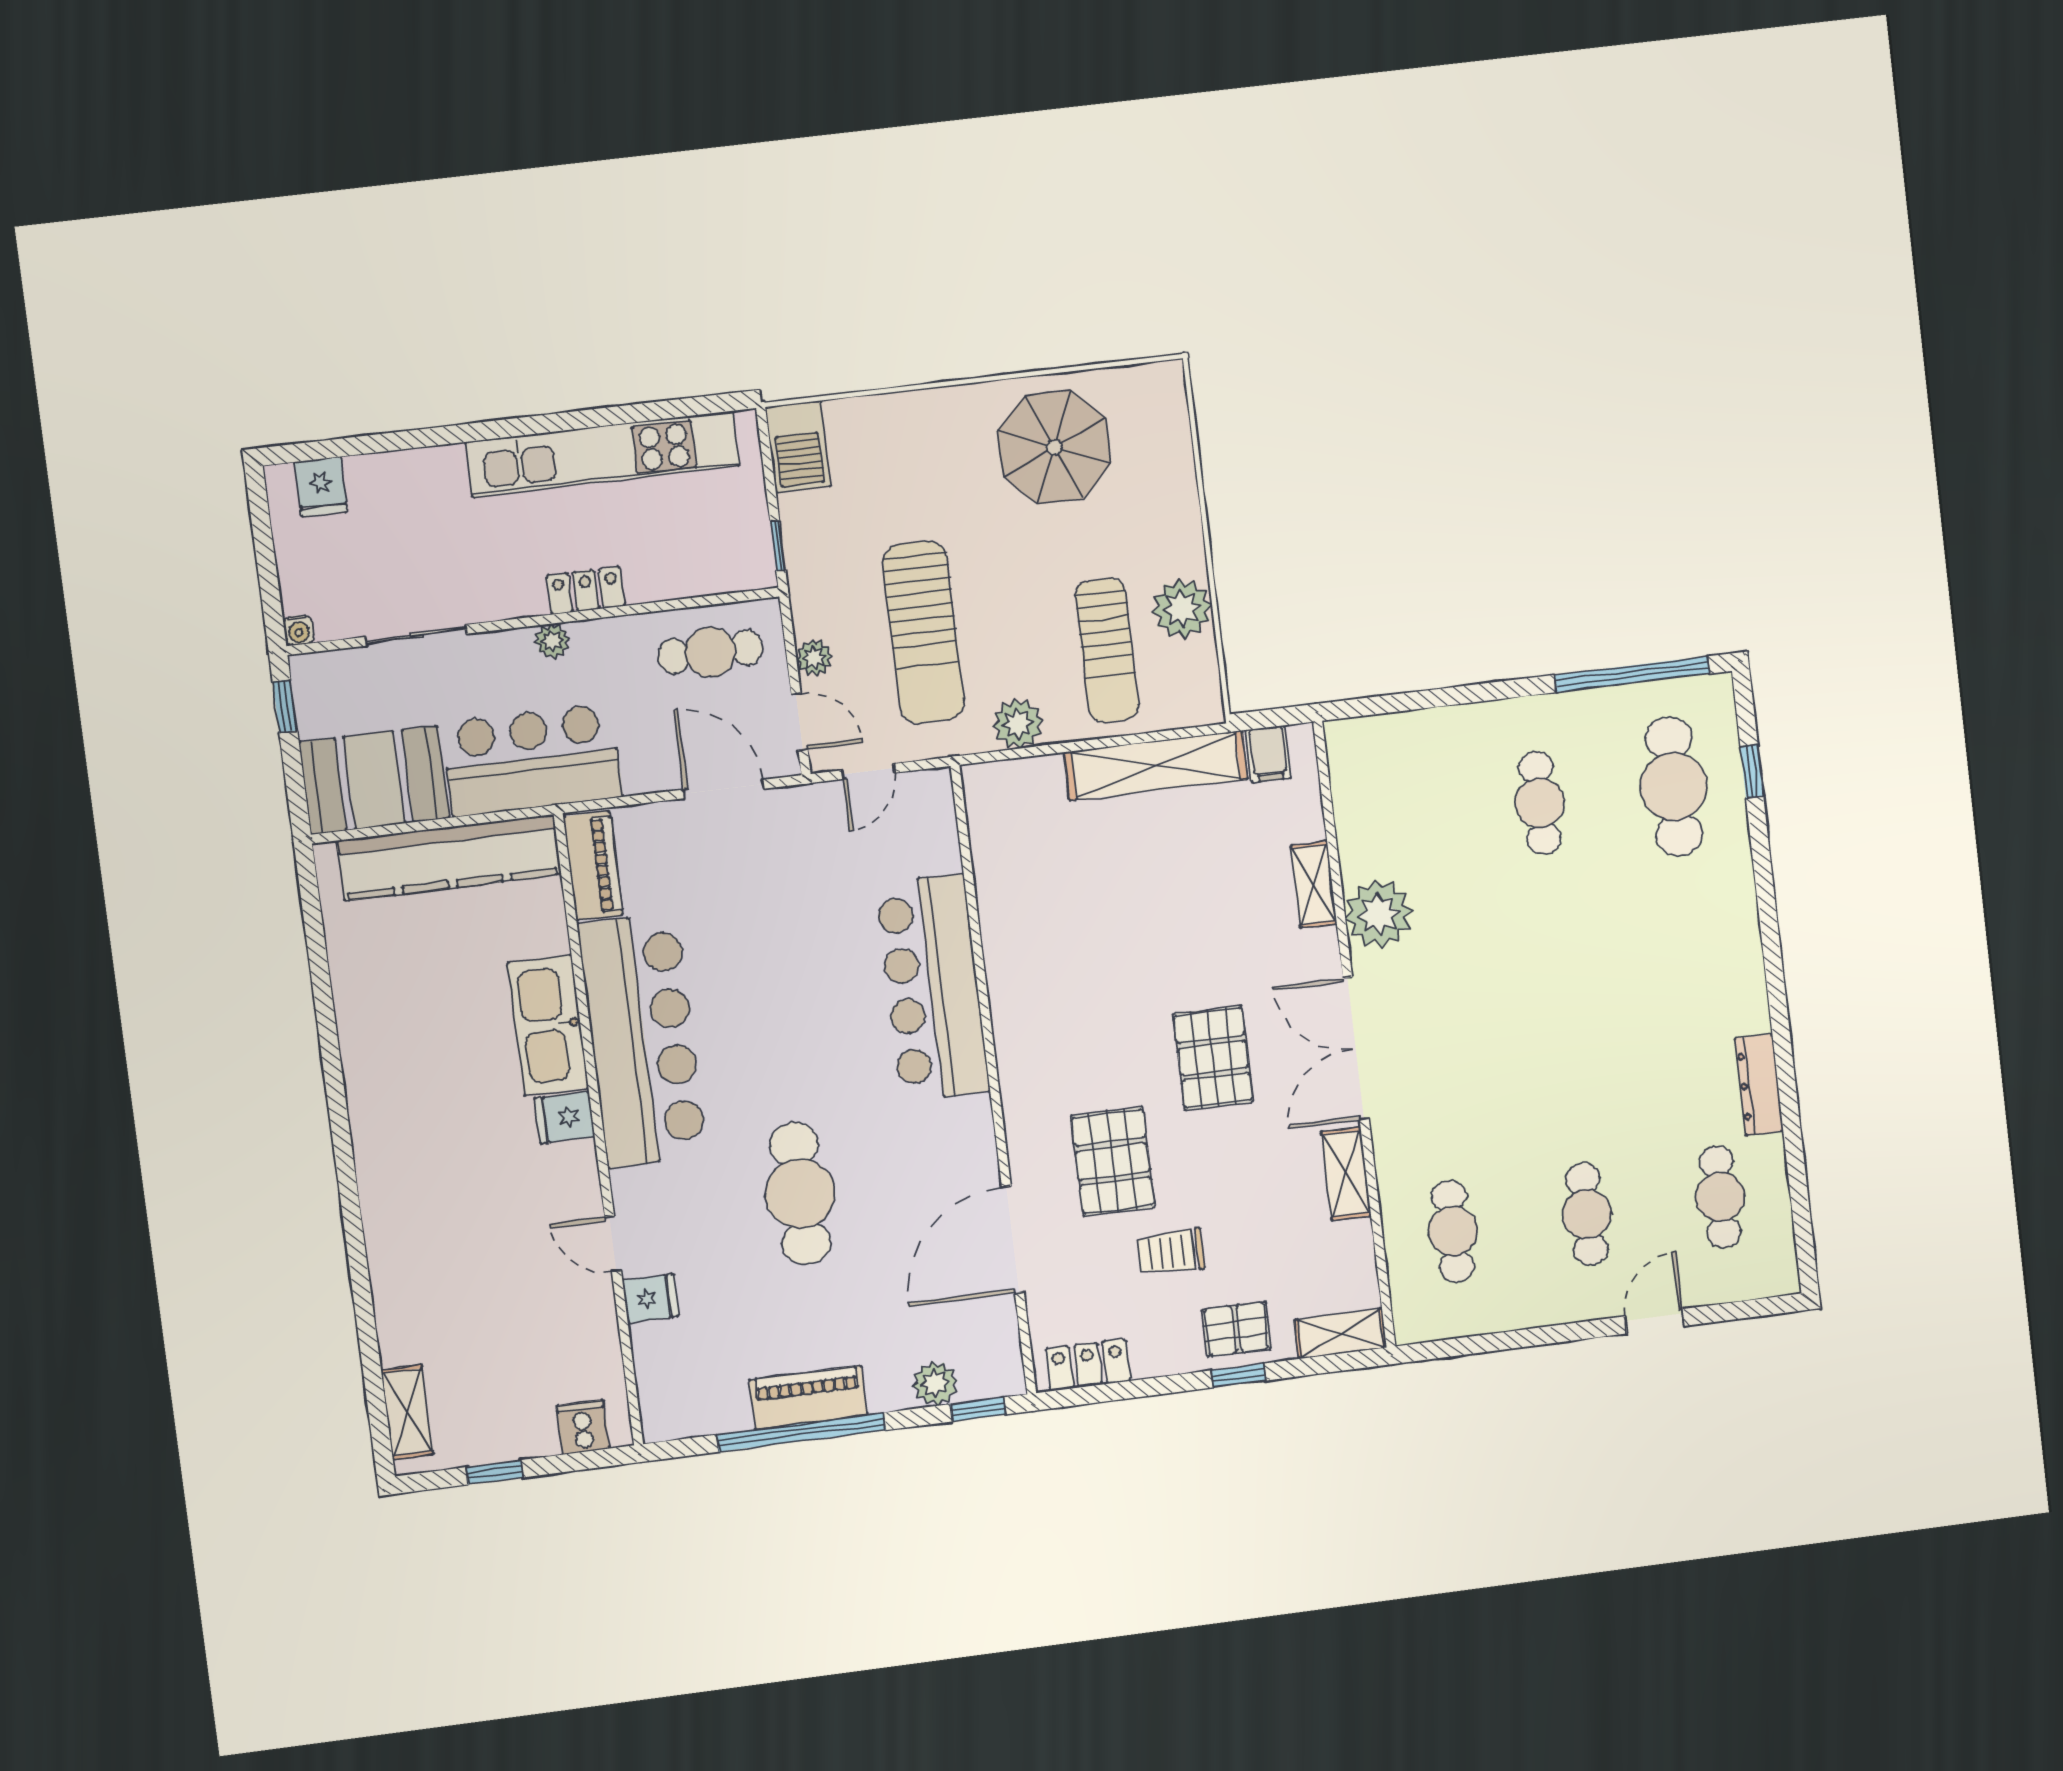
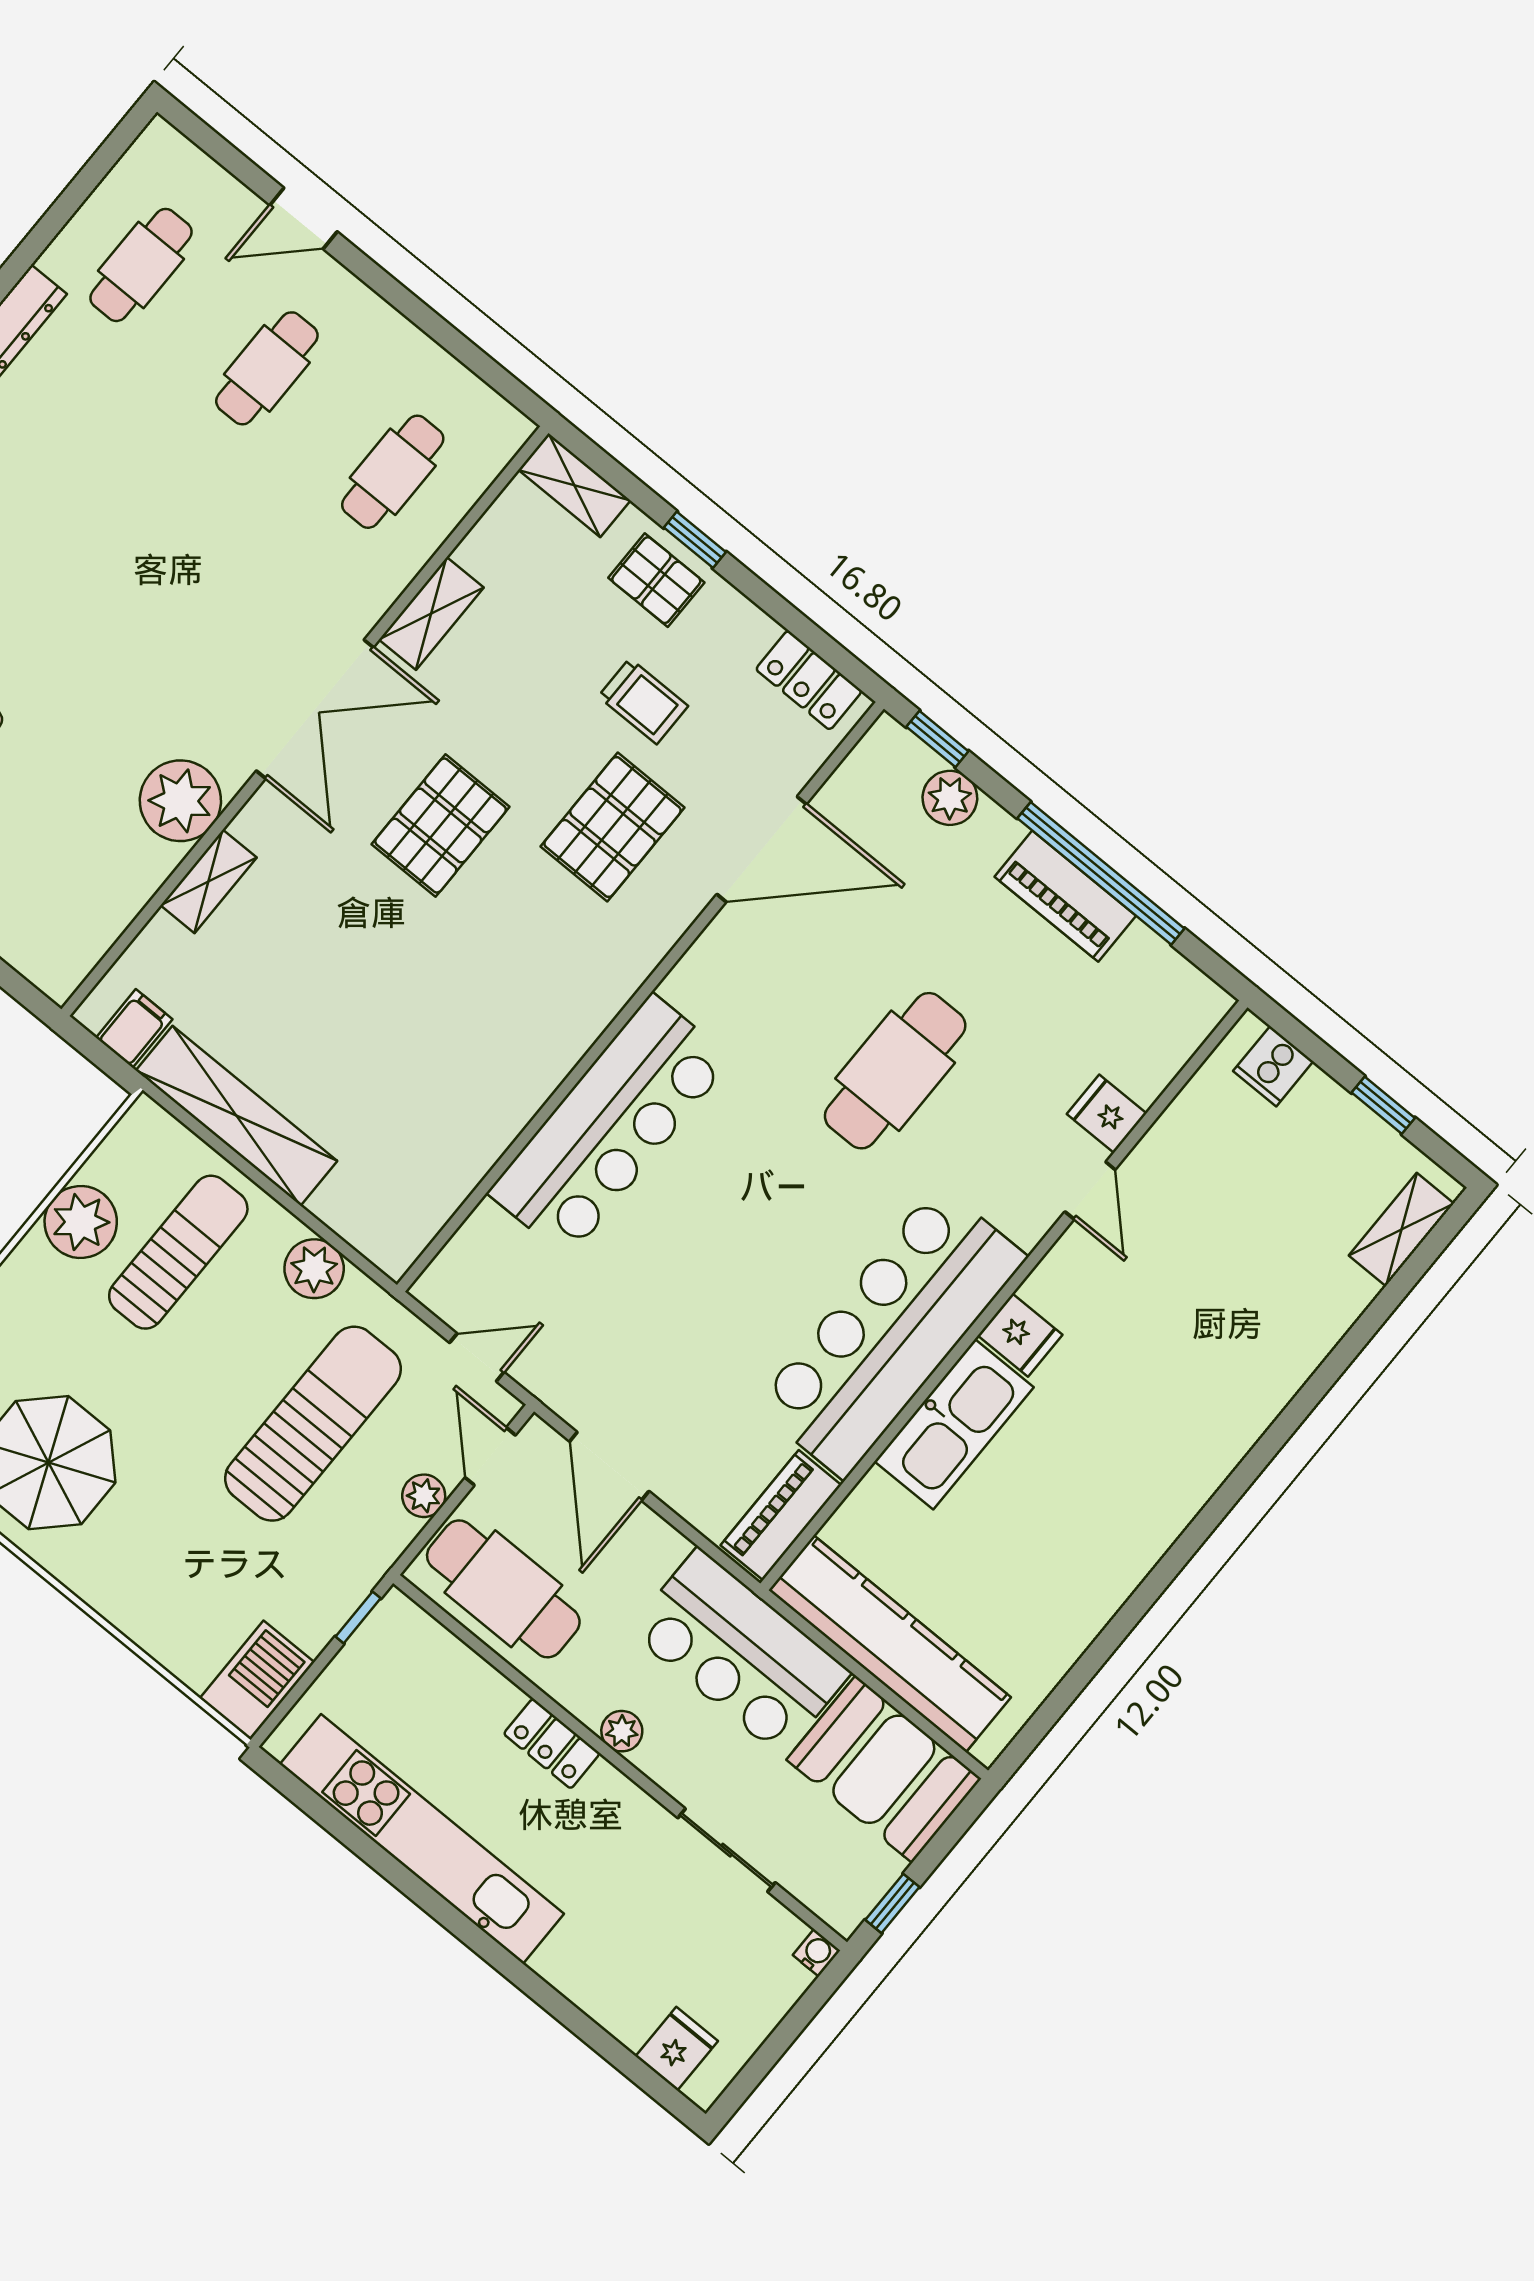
cafe table: (710, 652) -> (503, 1589), width x1.37, depth x1.35

